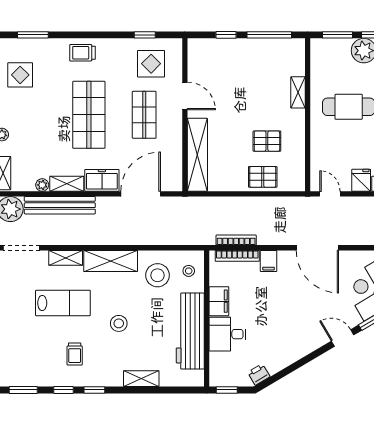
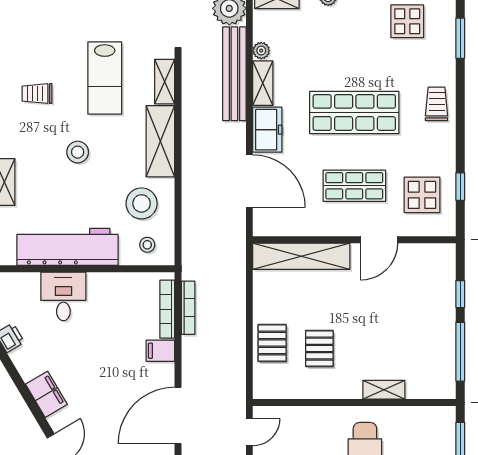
filing cabinet: (219, 301) -> (46, 394), moved, turned -121

